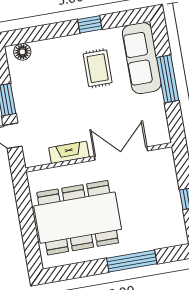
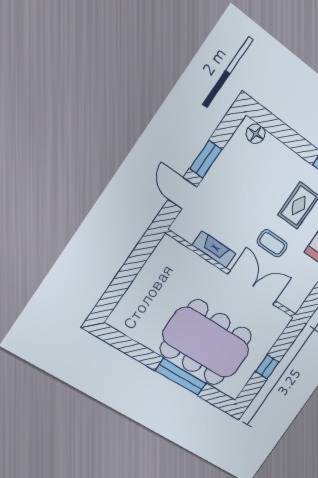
coffee table: (105, 111) -> (272, 243), added
dining table: (78, 218) -> (206, 343), moved

